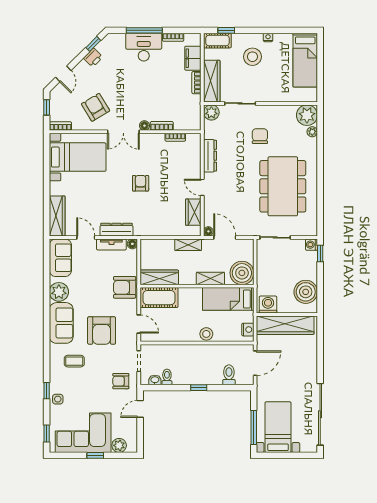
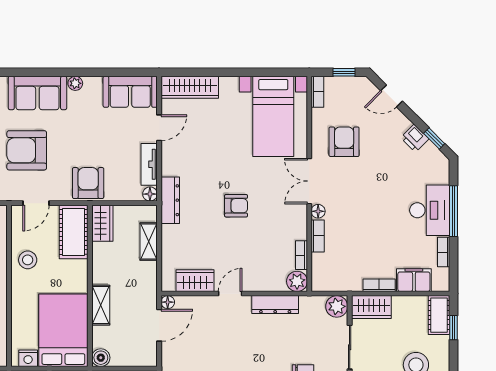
wardrobe: (212, 81) -> (371, 307), width x0.67
armchair: (96, 107) -> (344, 142), turned -59
plant: (194, 140) -> (297, 281), added
dresser: (117, 230) -> (170, 200), moved
shelving: (188, 245) -> (149, 241), moved
boiler: (242, 273) -> (101, 358), width x0.54, depth x0.54
wardrobe: (159, 277) -> (102, 223), width x0.67
plant: (59, 292) -> (75, 83), width x0.53, depth x0.53
bed: (228, 299) -> (63, 330), width x1.50
stool: (206, 334) -> (28, 260), moved

